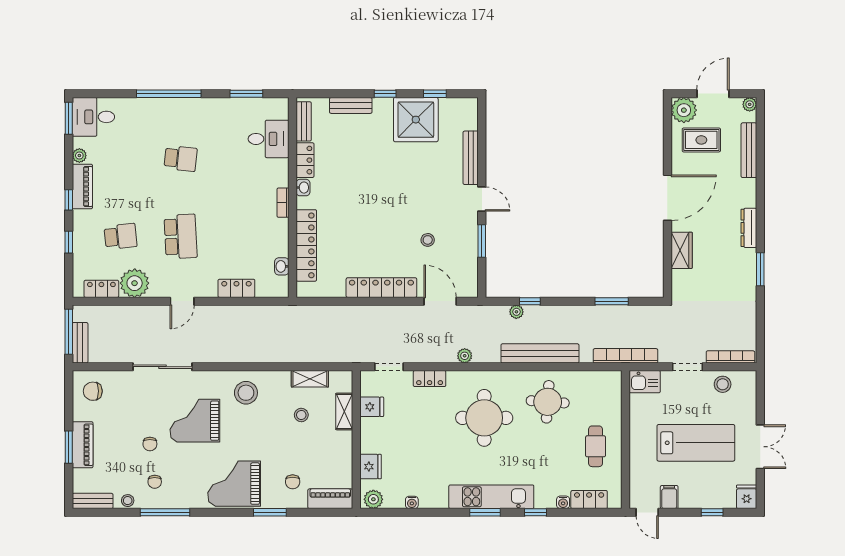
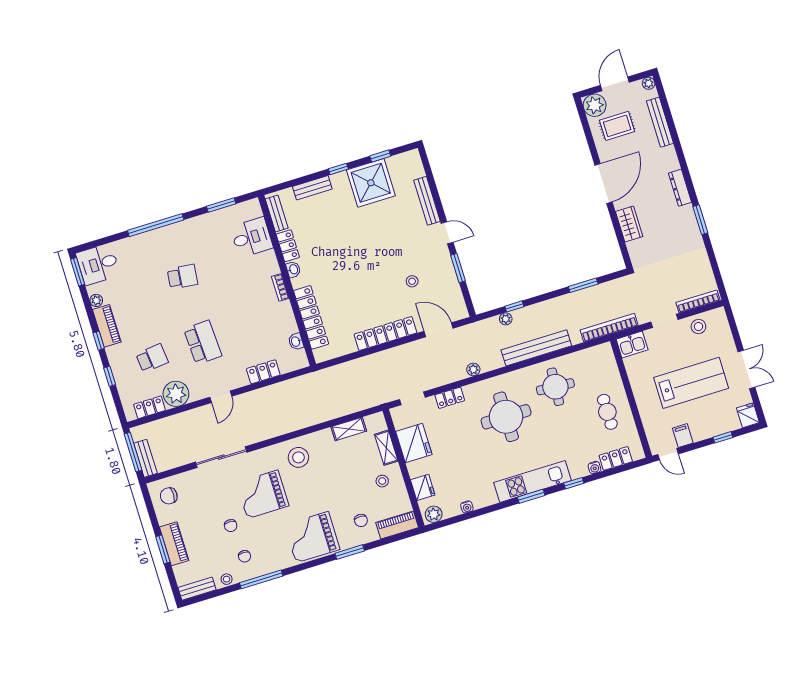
fridge: (372, 407) -> (414, 443), width x1.88, depth x1.34
stool: (301, 415) -> (382, 481), moved

